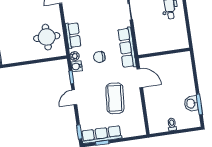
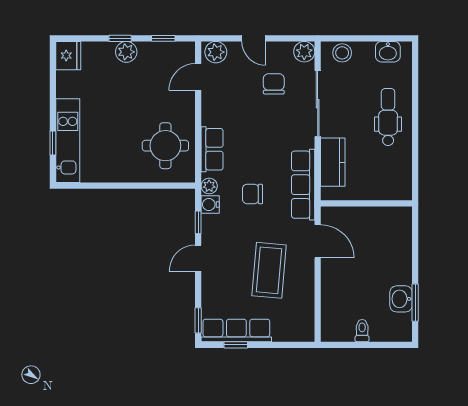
kitchen counter: (142, 33) -> (333, 162), added

